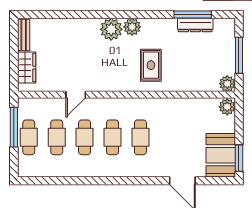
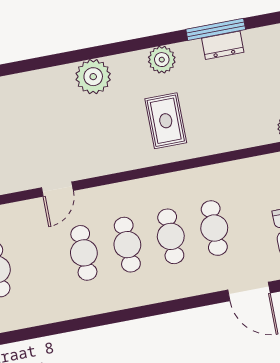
dresser: (195, 25) -> (223, 45), width x0.70
plant: (132, 27) -> (162, 60), moved
cafe table: (57, 137) -> (214, 228), moved

